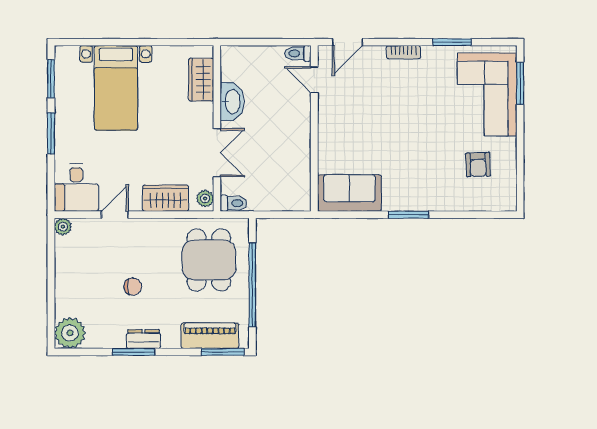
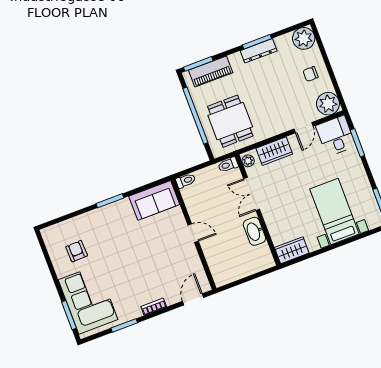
toilet: (298, 53) -> (186, 181), moved
wardrobe: (201, 80) -> (292, 250), moved, turned -90
door: (314, 80) -> (193, 233), moved
window: (51, 133) -> (357, 143), moved
plant: (63, 227) -> (328, 104), width x1.87, depth x1.87
chair: (133, 287) -> (311, 74), moved
dresser: (143, 339) -> (259, 51), width x1.44

